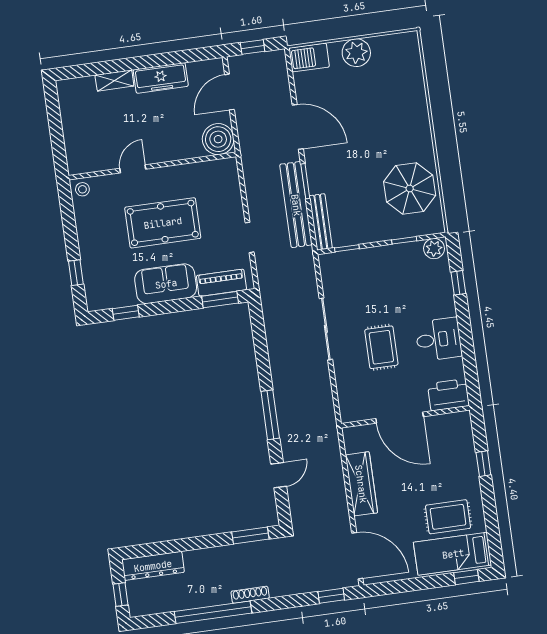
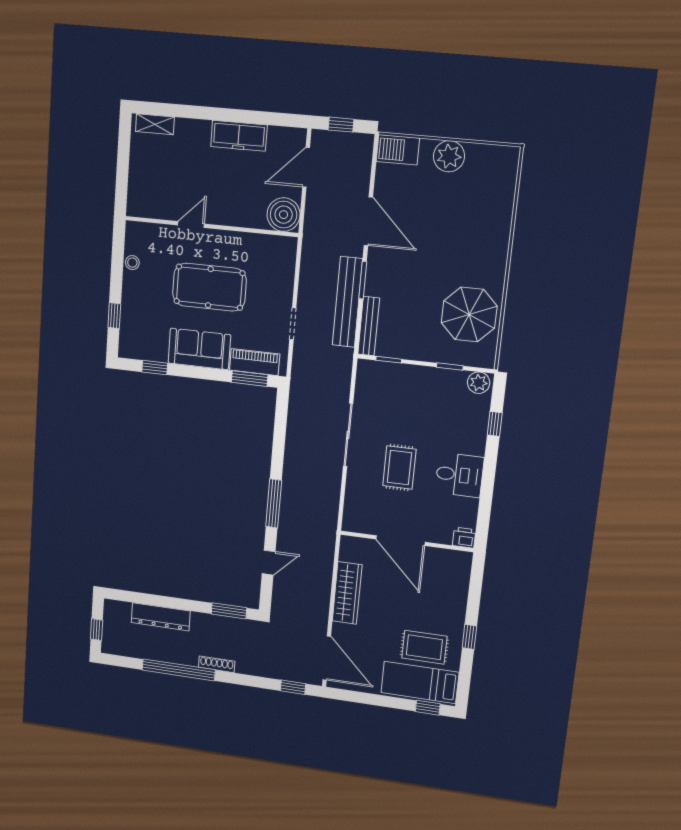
shelving: (114, 80) -> (155, 124), moved
stool: (82, 189) -> (132, 263), moved
printer: (448, 395) -> (464, 538), width x0.53, depth x0.68
window: (483, 464) -> (469, 637), moved
dresser: (153, 566) -> (161, 617), moved

